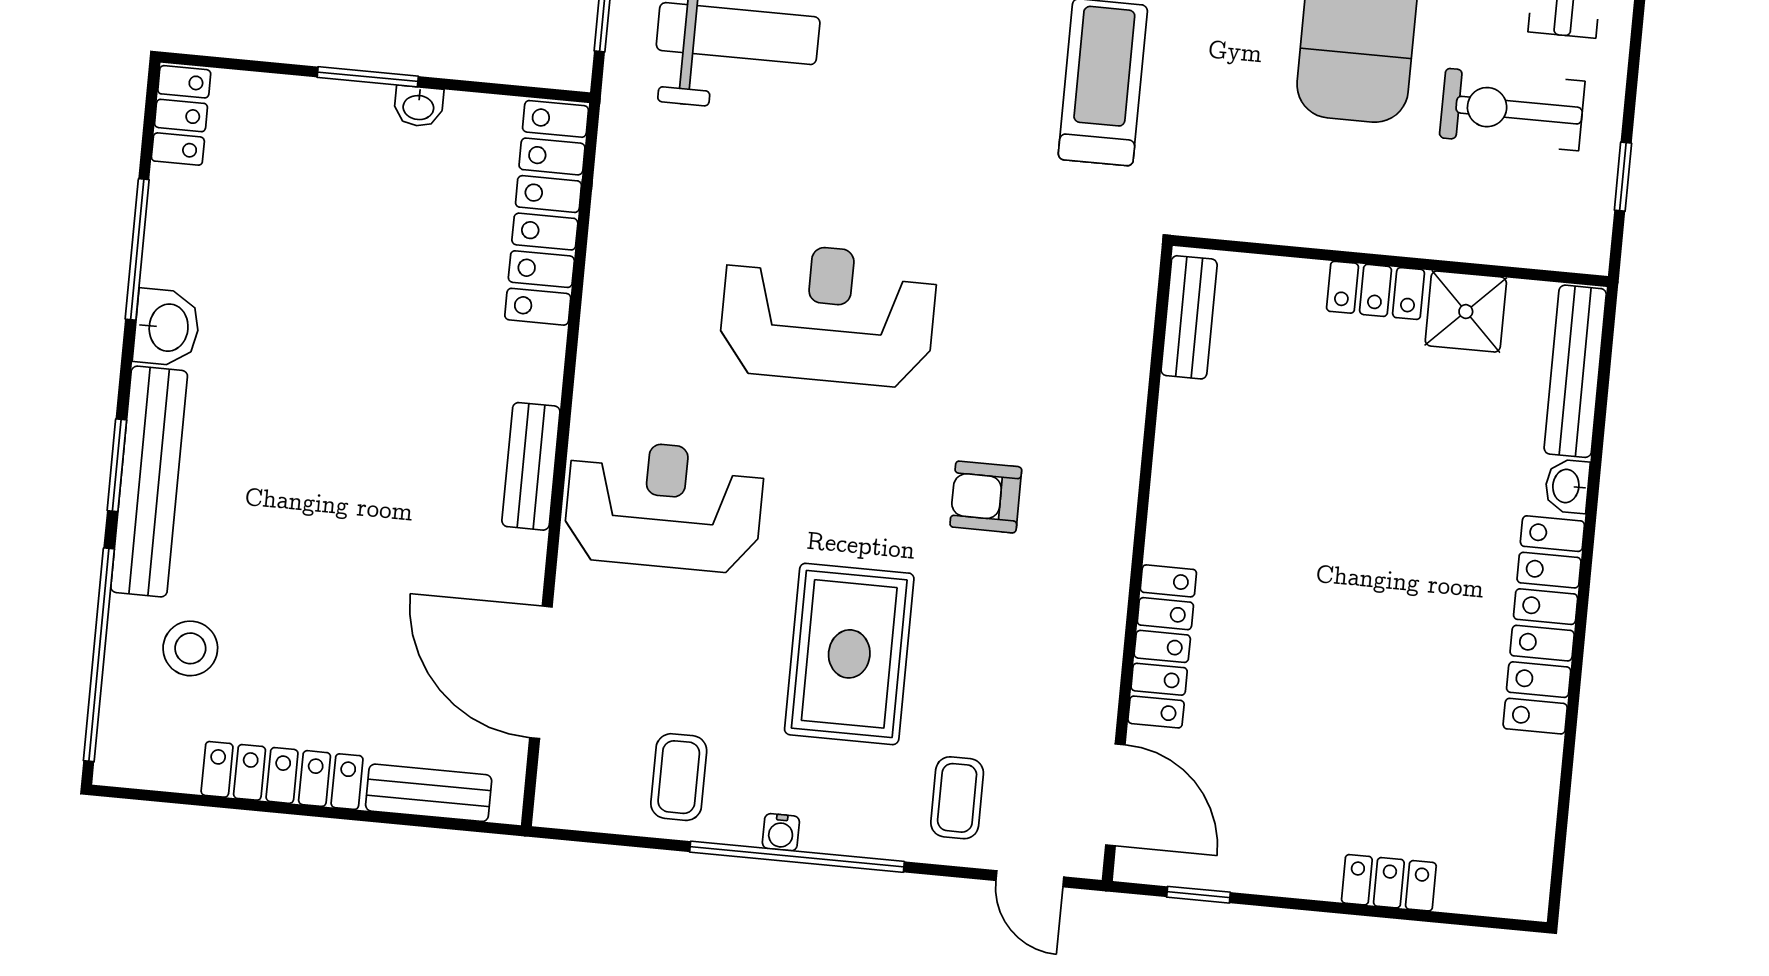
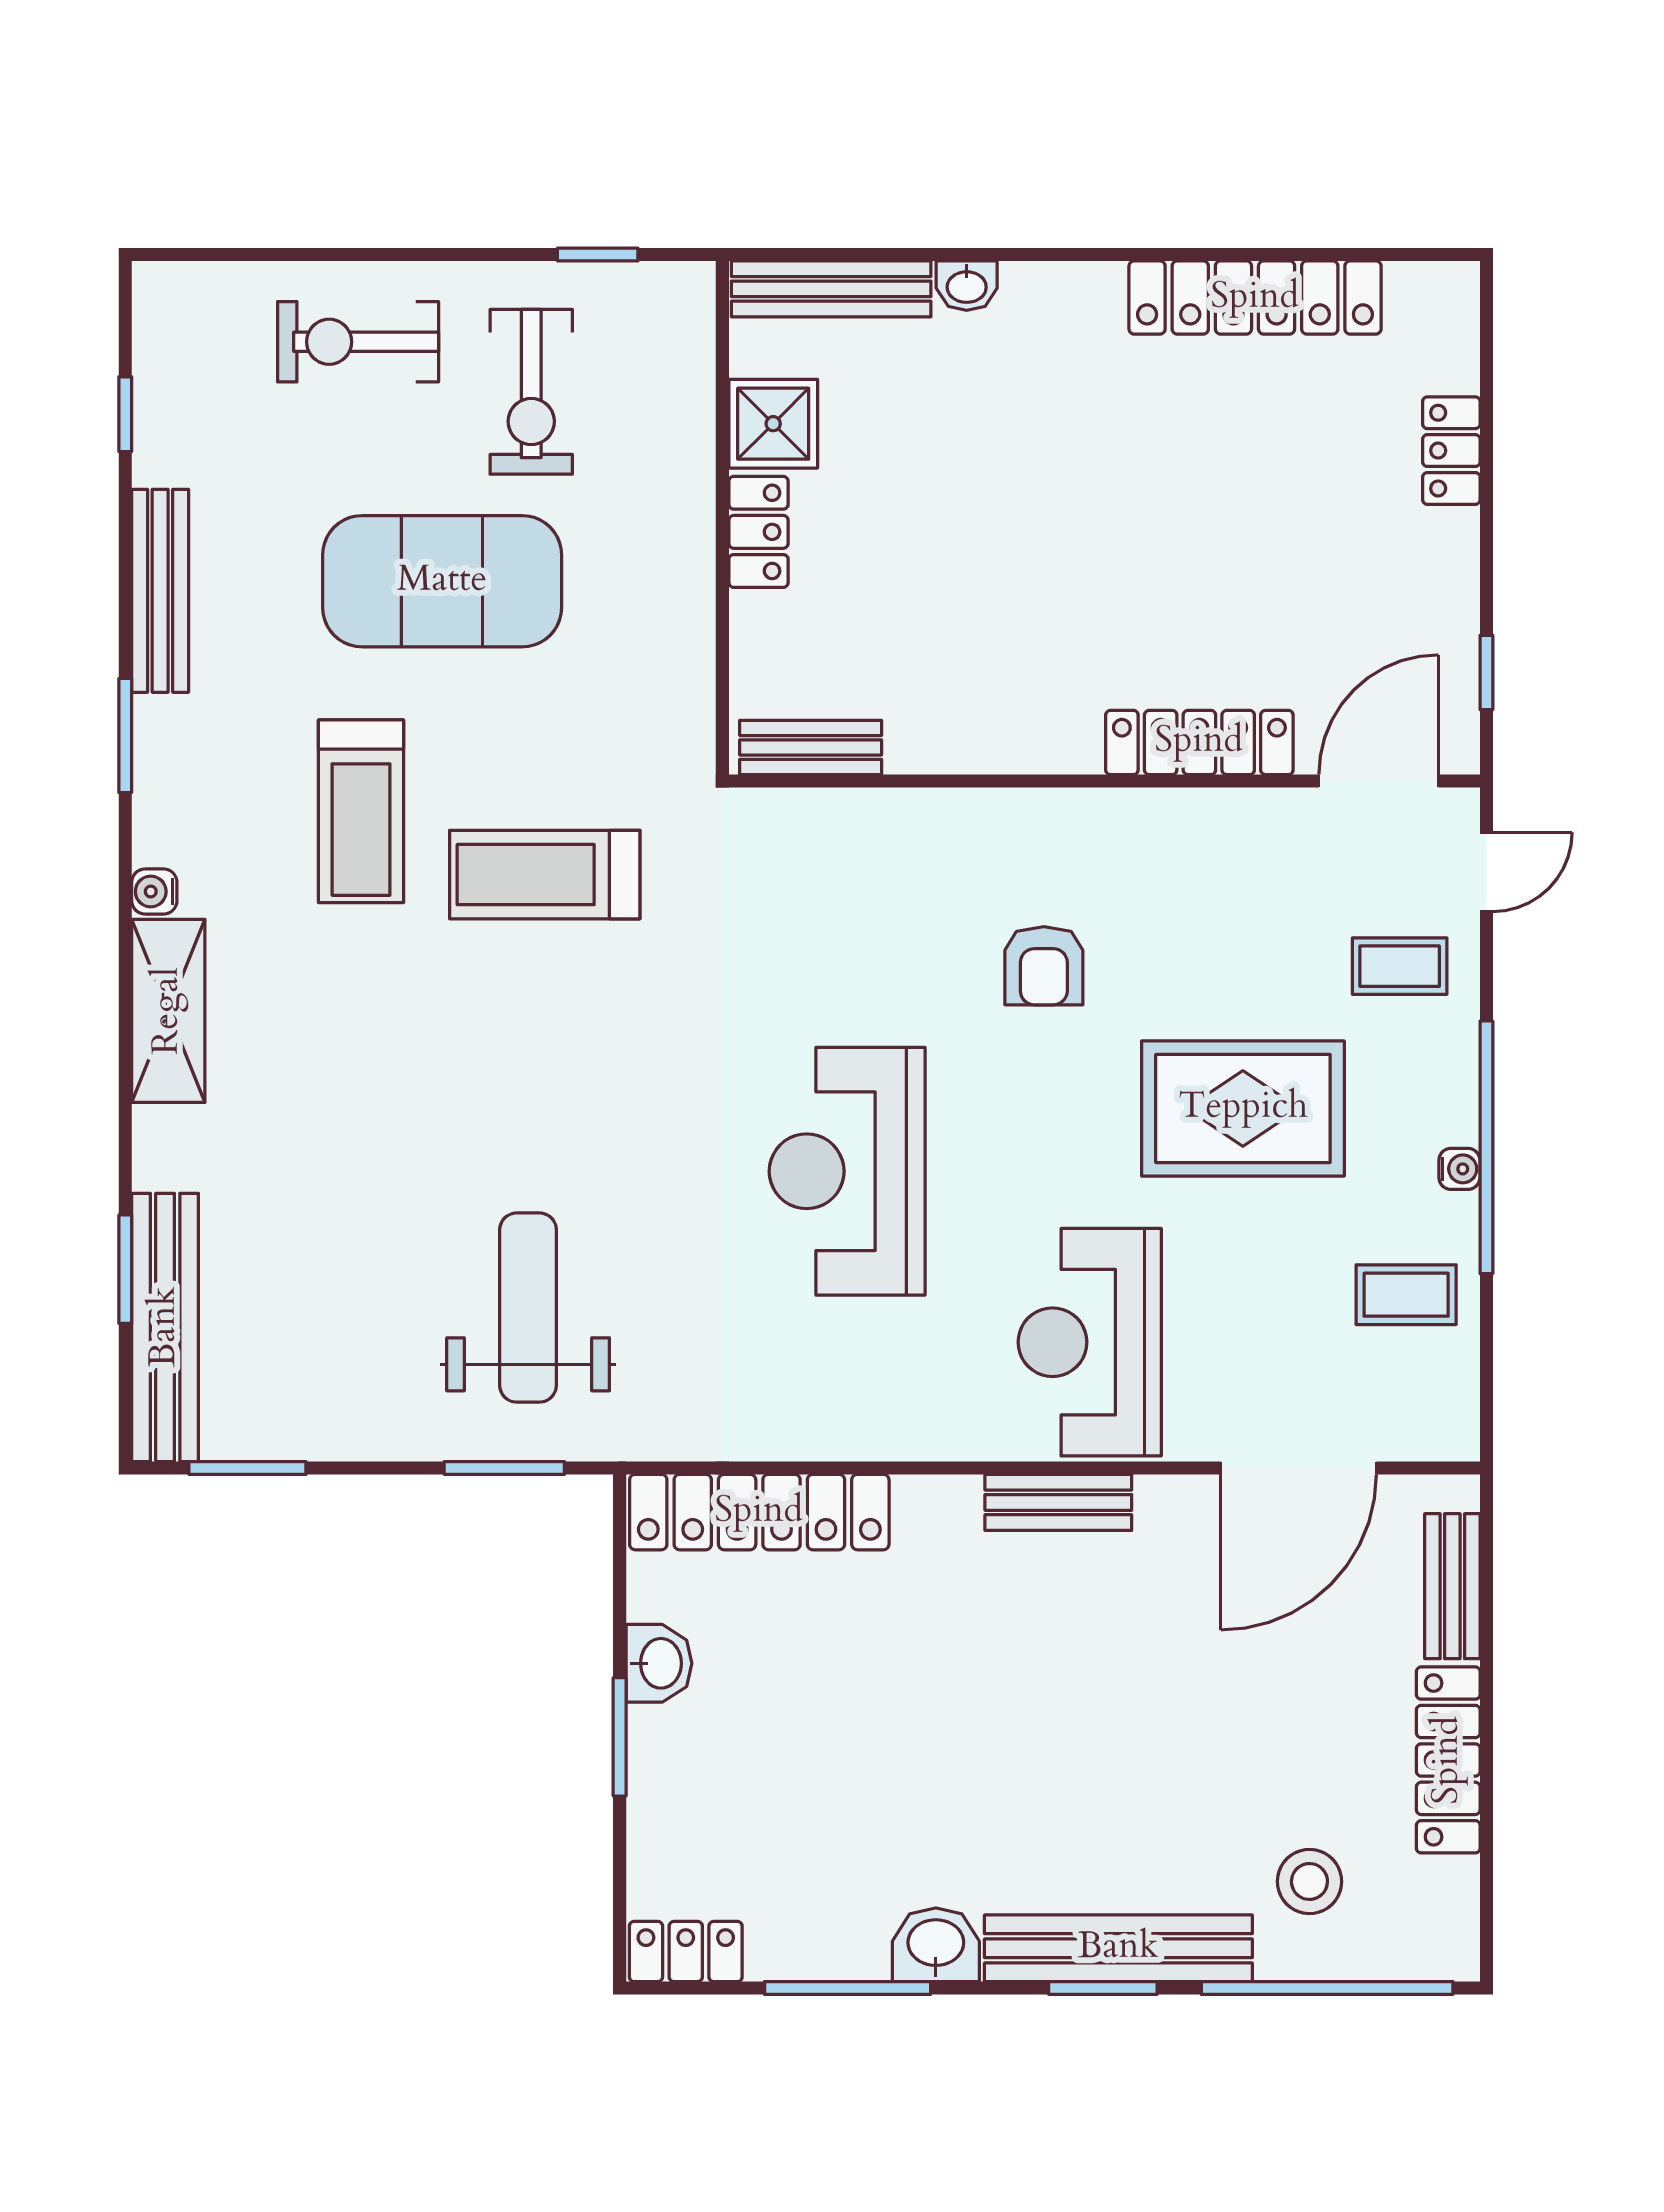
washbasin: (418, 106) -> (659, 1663), width x1.38, depth x1.45
locker: (1544, 625) -> (1255, 298), moved

